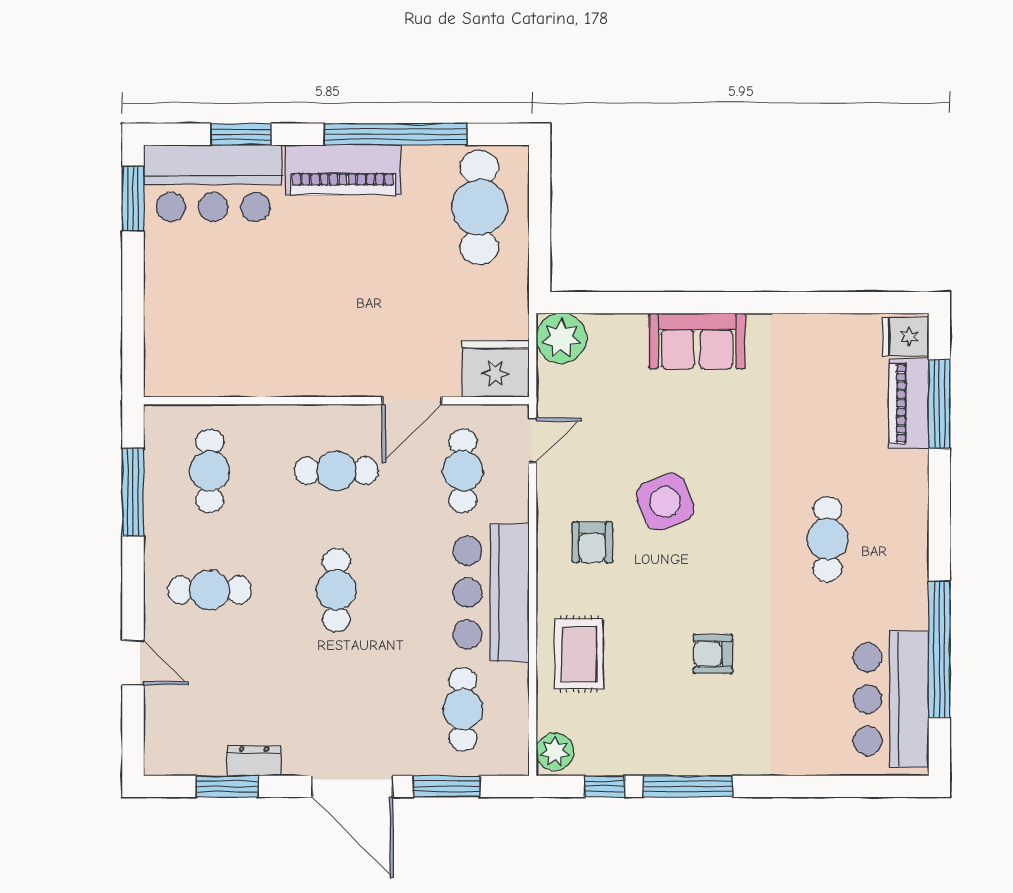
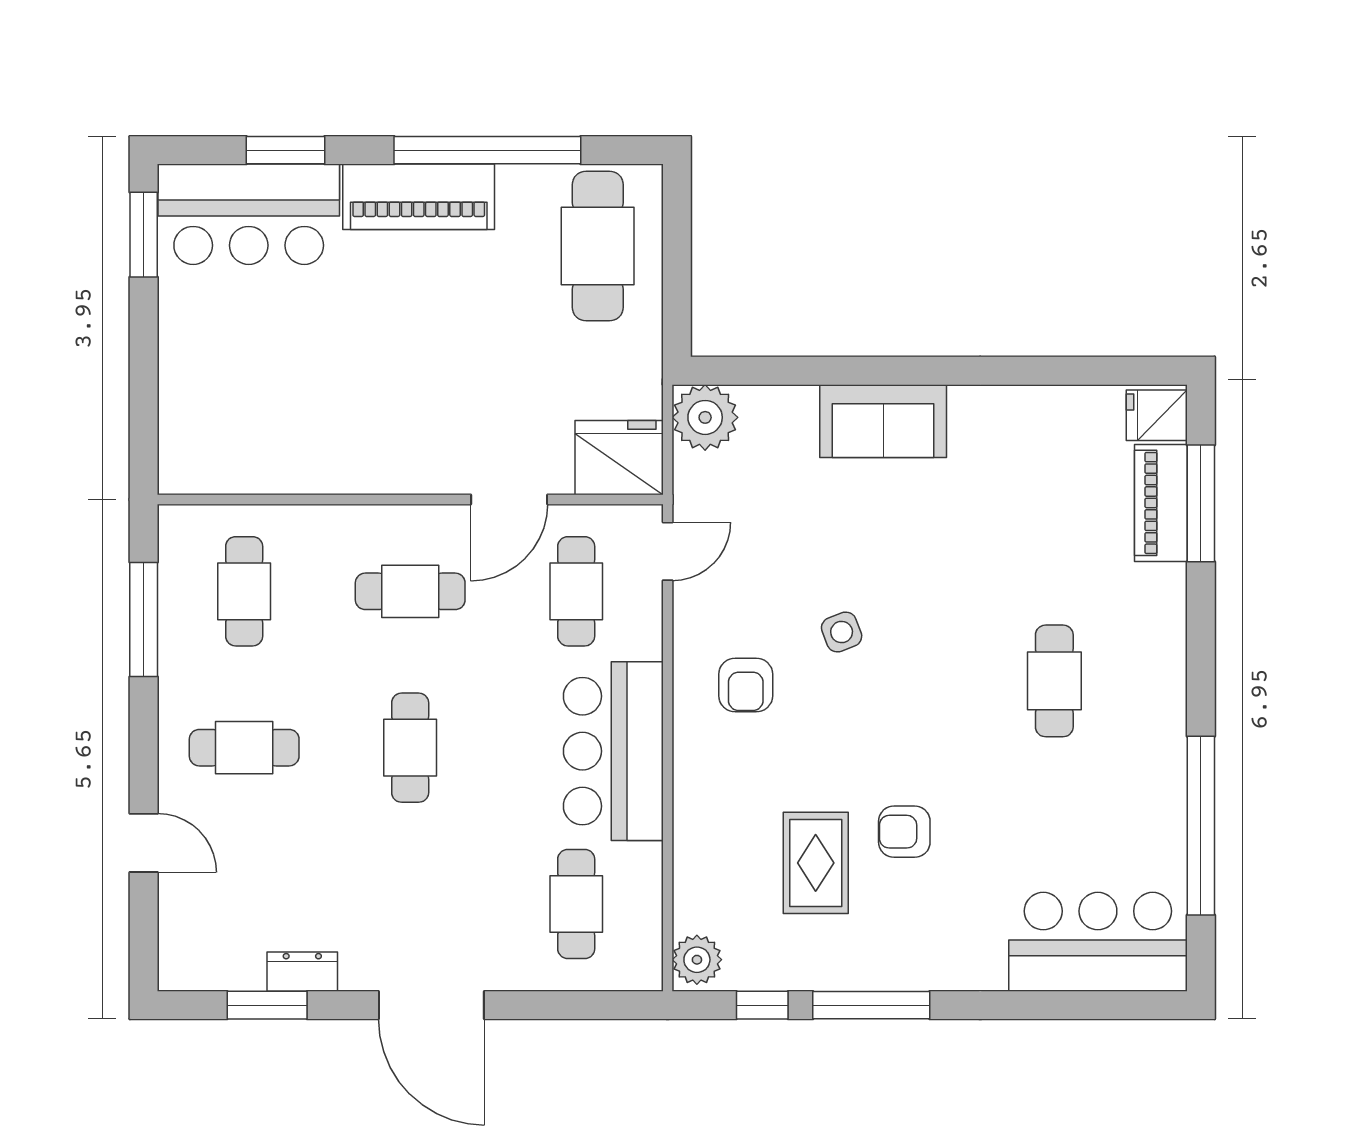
side table: (665, 502) -> (842, 632), width x0.54, depth x0.54
rug: (579, 654) -> (816, 863), moved
bar counter: (891, 699) -> (1098, 942), moved, turned 90
window: (447, 786) -> (555, 1005), removed

